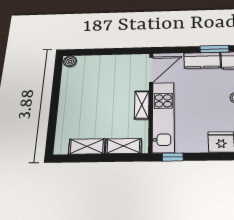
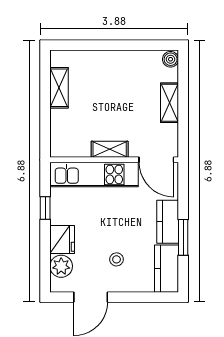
shelving: (123, 146) -> (169, 103), moved
window: (173, 157) -> (45, 208), moved

